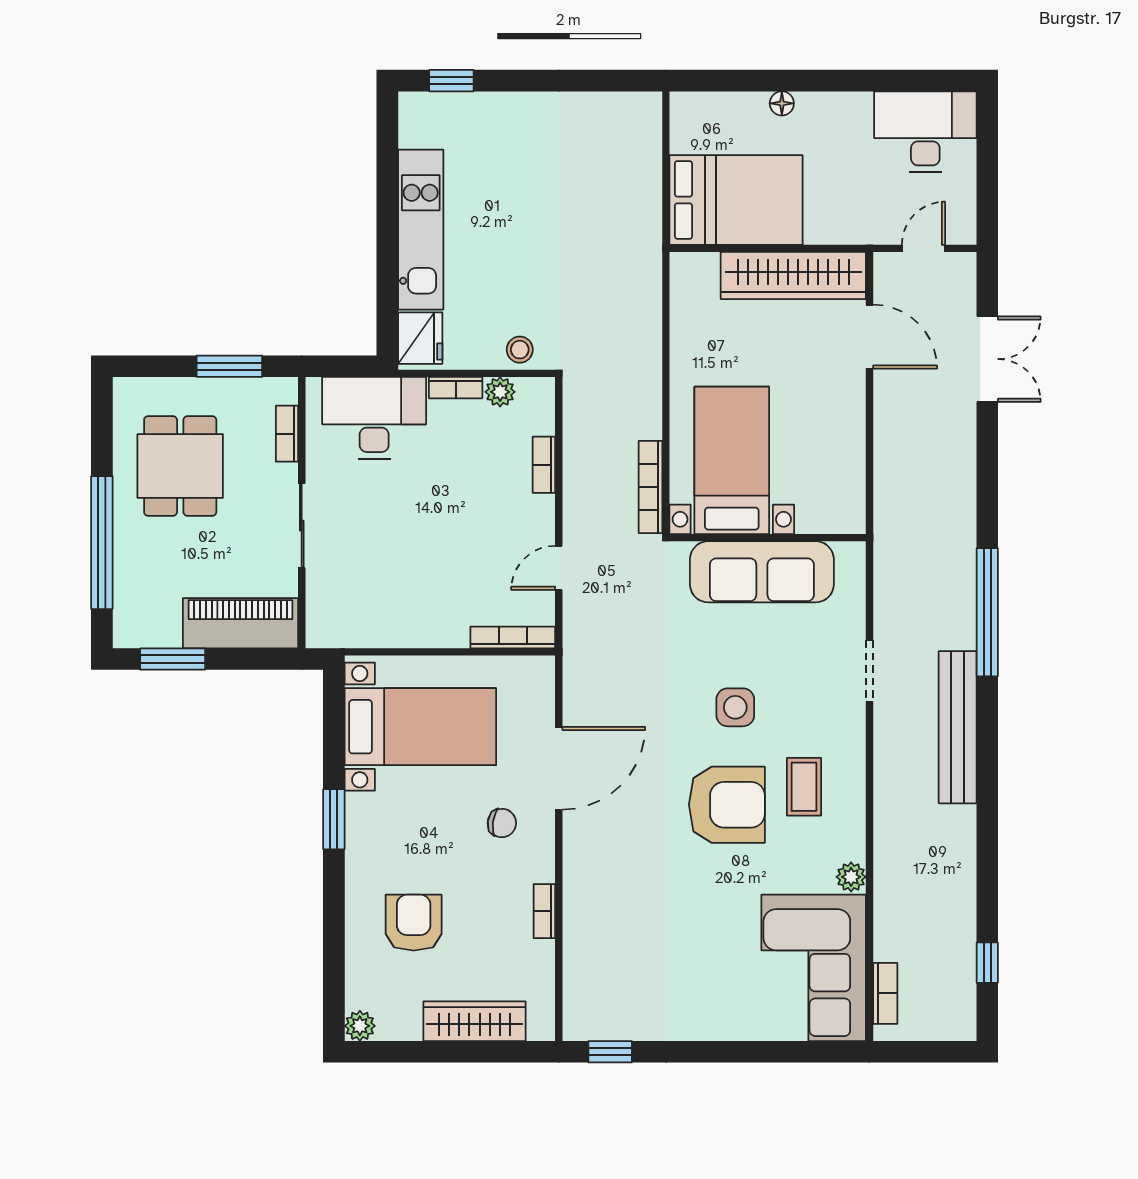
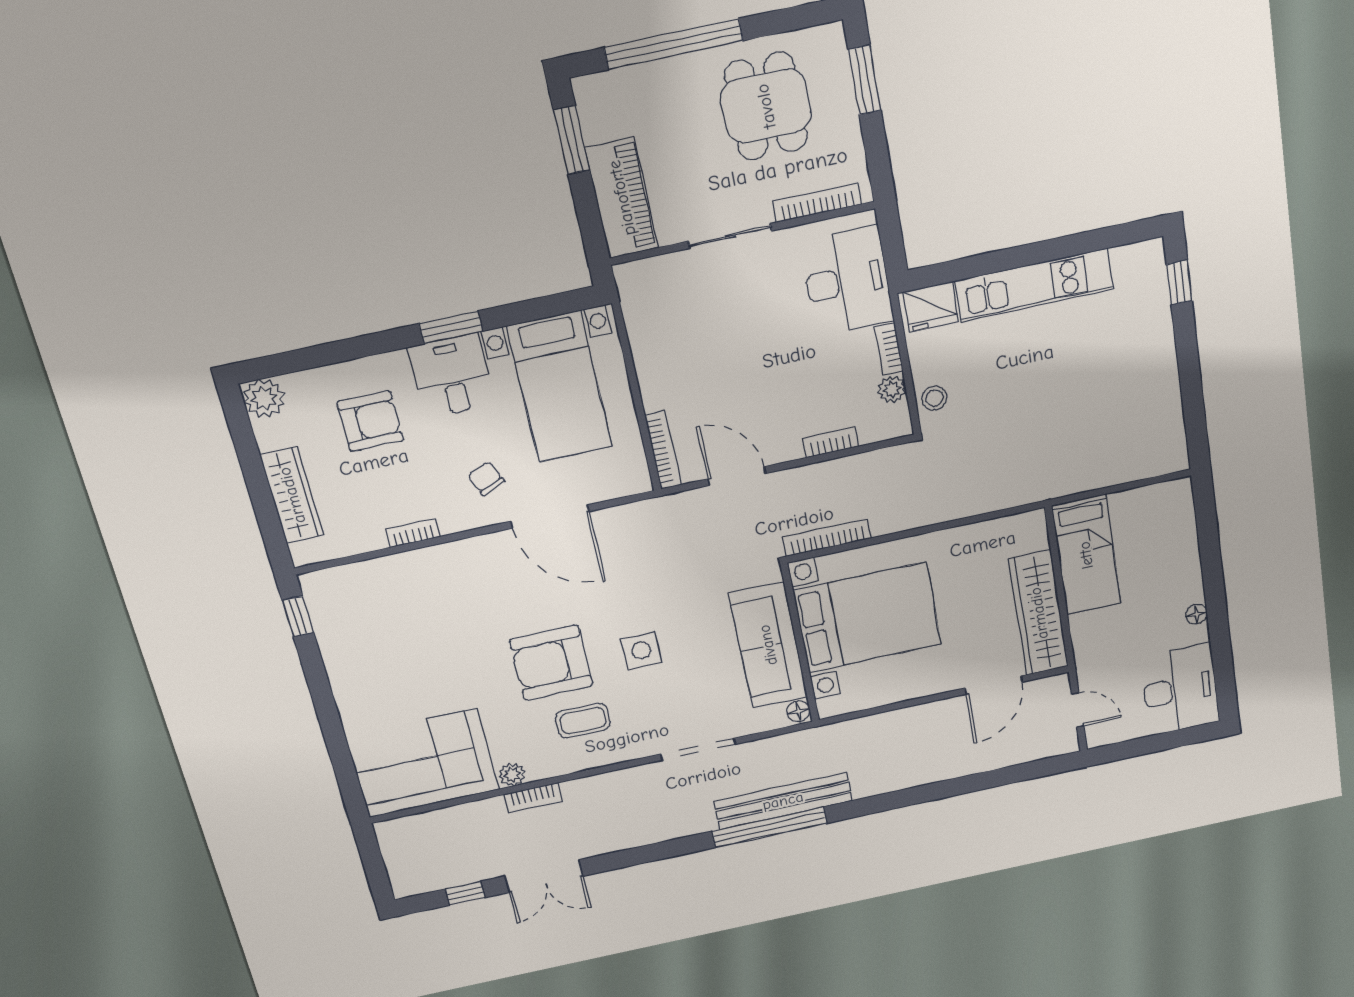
floor lamp: (782, 103) -> (1196, 614), moved
bed: (736, 200) -> (1086, 555), width x0.67
double door: (987, 359) -> (544, 876), moved
window: (229, 366) -> (865, 80), moved
bookcase: (287, 434) -> (817, 203), width x1.56
bed with nightstands: (732, 460) -> (867, 618), width x1.36
dining table: (180, 466) -> (766, 106), turned 90
floor lamp: (850, 554) -> (798, 711), added
door: (559, 568) -> (737, 476), width x1.37
doorway: (869, 671) -> (698, 749), width x1.38
bench: (958, 727) -> (783, 801), moved
armchair: (727, 805) -> (551, 663), turned 90
chair: (502, 823) -> (486, 478), turned 149
desk: (384, 830) -> (452, 376), added
bookcase: (885, 993) -> (533, 798), moved
plant: (360, 1026) -> (264, 398), width x1.38, depth x1.38

